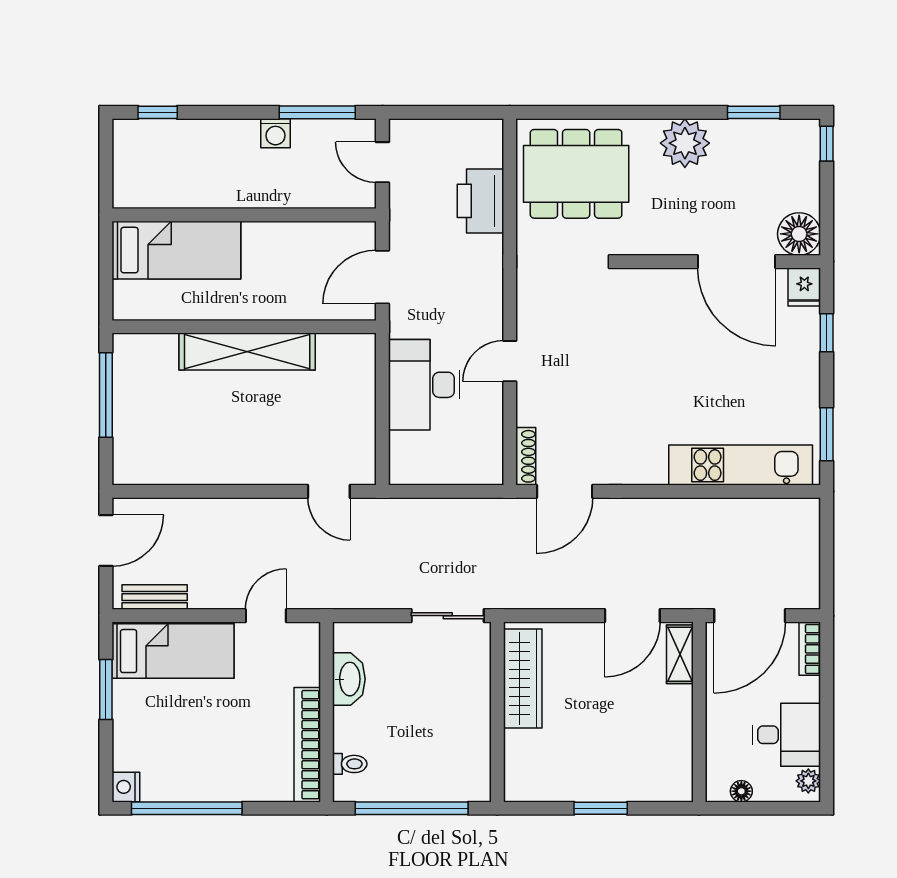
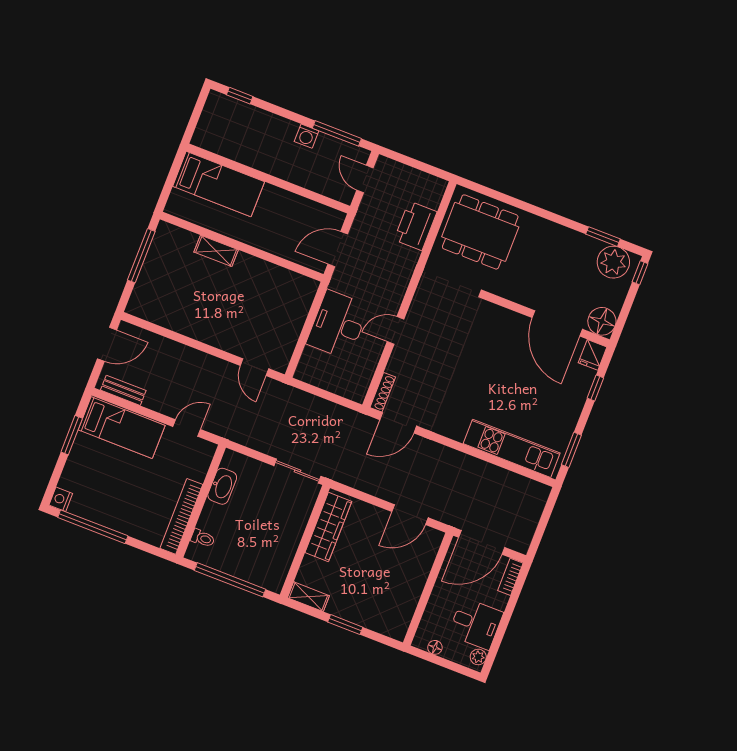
plant: (685, 143) -> (613, 262), moved
shelving: (247, 352) -> (216, 251), width x0.45, depth x0.75
shelving: (680, 654) -> (308, 597), moved, turned 90

